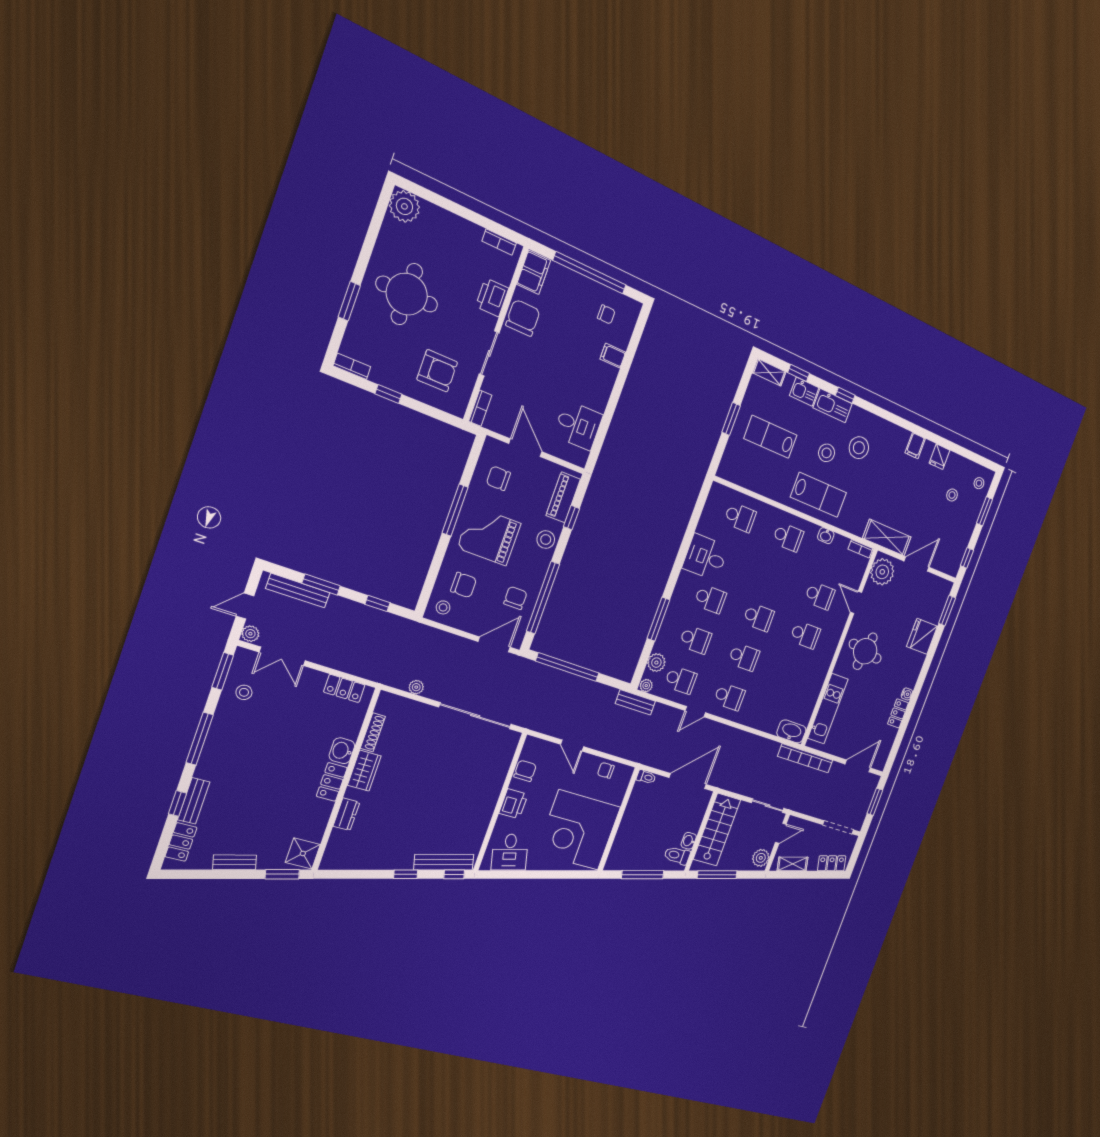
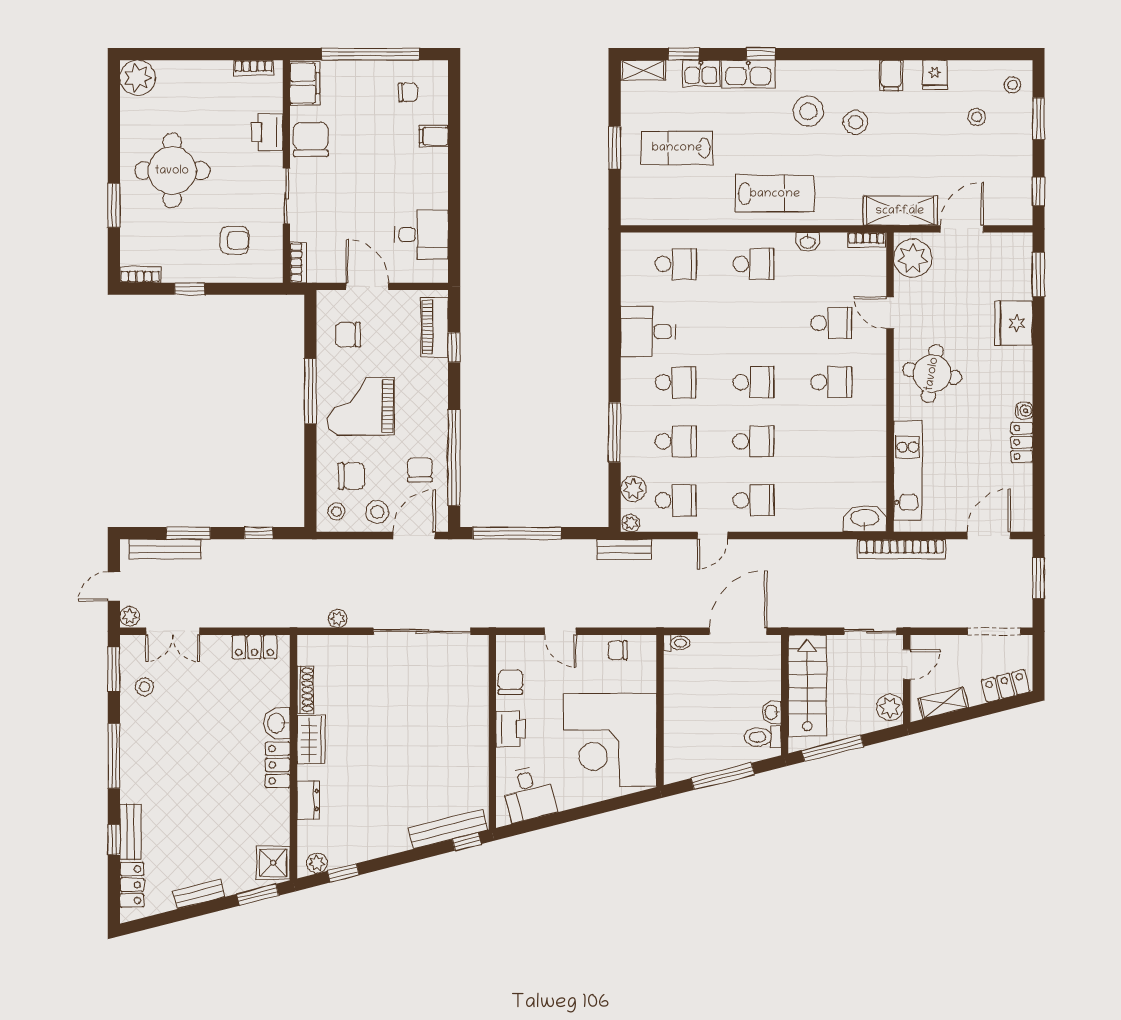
armchair: (437, 371) -> (235, 240), width x0.72, depth x0.72
stool: (827, 453) -> (856, 122), moved
stool: (546, 540) -> (377, 512), moved
plant: (337, 862) -> (317, 863), added
window: (406, 874) -> (343, 873), moved

